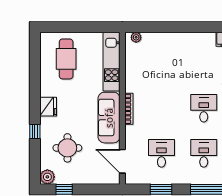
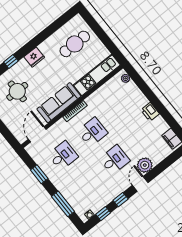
printer: (186, 40) -> (150, 112), added
desk: (204, 153) -> (92, 132), moved

